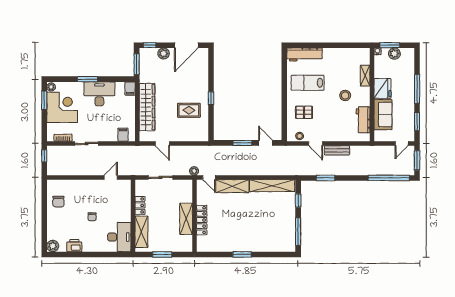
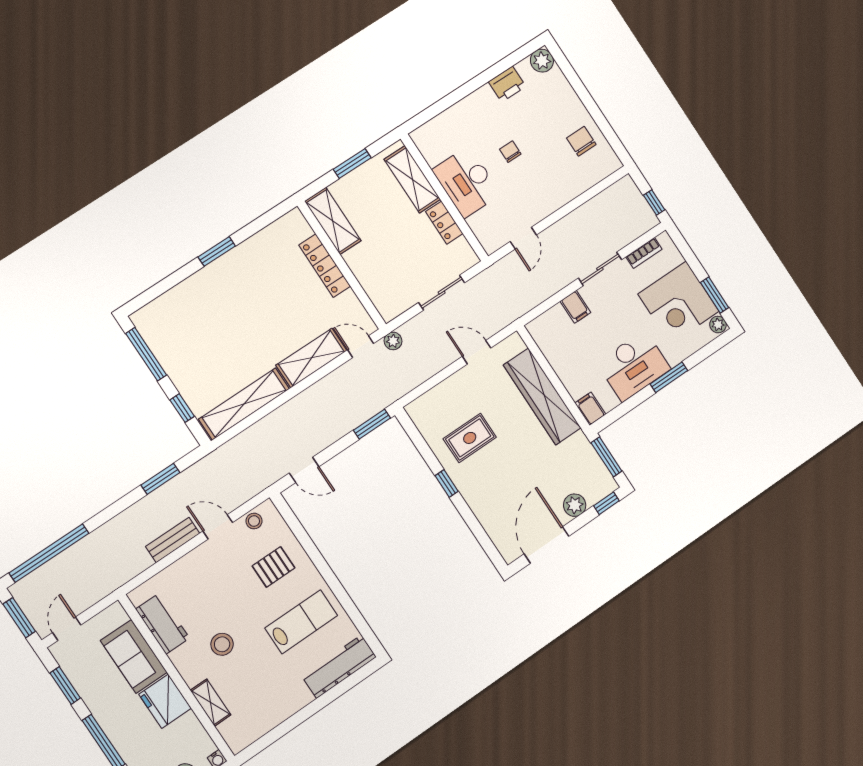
filing cabinet: (123, 135) -> (575, 307), moved
window: (242, 143) -> (372, 424), moved
shelving: (186, 219) -> (333, 221), moved
desk: (119, 237) -> (466, 182), moved

